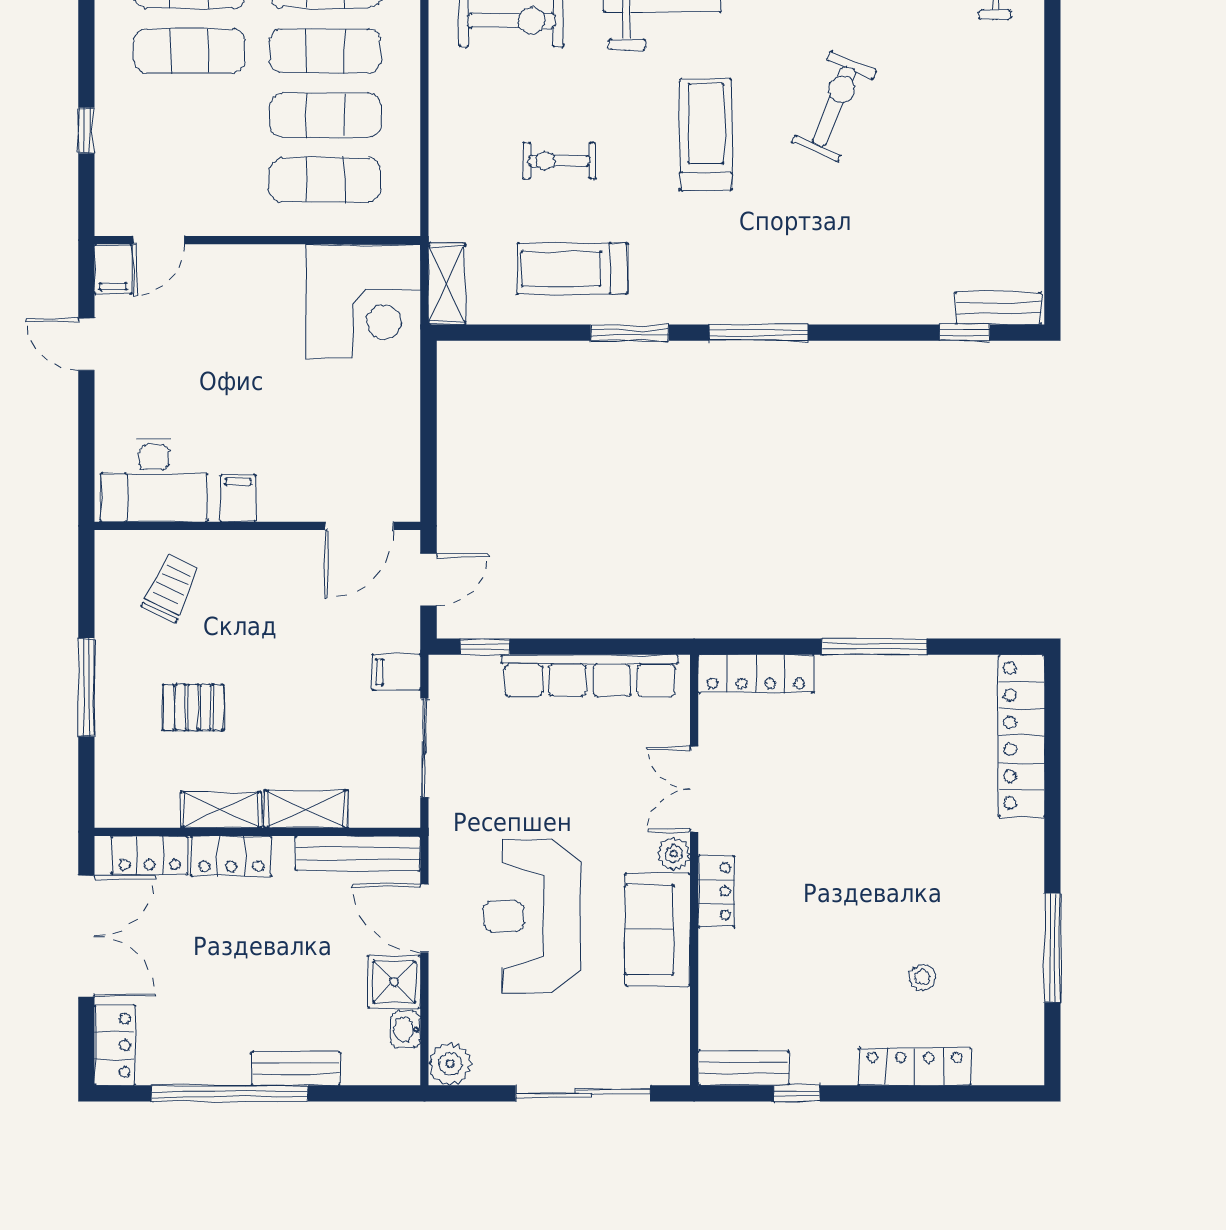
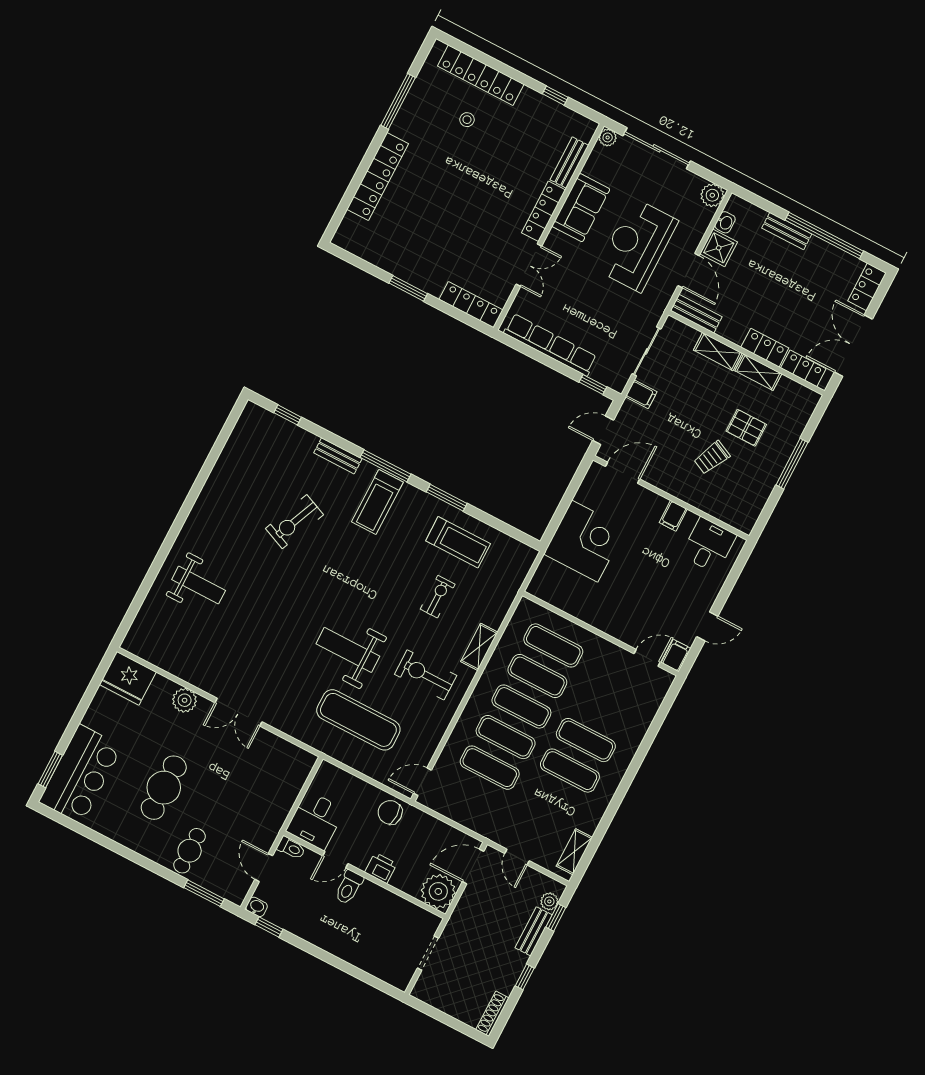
exercise bike: (834, 106) -> (294, 522), moved
window: (86, 131) -> (654, 728), removed
treadmill: (706, 135) -> (377, 502), moved
exercise bike: (559, 161) -> (438, 597), turned -90
shelving: (447, 284) -> (479, 647), moved
corner desk: (363, 301) -> (585, 541), moved, turned 90
bench: (998, 308) -> (338, 456), moved
door: (86, 344) -> (707, 626), hinge flipped
desk: (154, 480) -> (709, 545), width x0.73
trolley: (171, 588) -> (712, 458), moved
window: (874, 647) -> (408, 288), width x0.69
locker: (1021, 736) -> (378, 177), moved
bench: (358, 853) -> (696, 314), width x0.73
plant: (674, 854) -> (608, 137), moved
locker: (716, 891) -> (543, 211), width x1.53
reception desk: (532, 916) -> (637, 245), turned 180
locker: (915, 1067) -> (481, 75), width x1.41, depth x1.21
bench: (744, 1068) -> (569, 163), moved, turned 90

